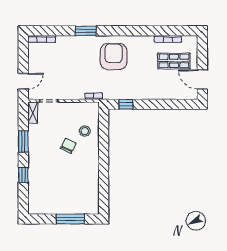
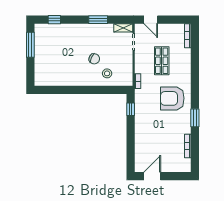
window: (86, 31) -> (195, 118), moved
armchair: (114, 57) -> (172, 98), turned 180
shop shelf: (174, 61) -> (162, 61), moved
window: (23, 175) -> (54, 20), moved
window: (70, 219) -> (30, 45), moved

